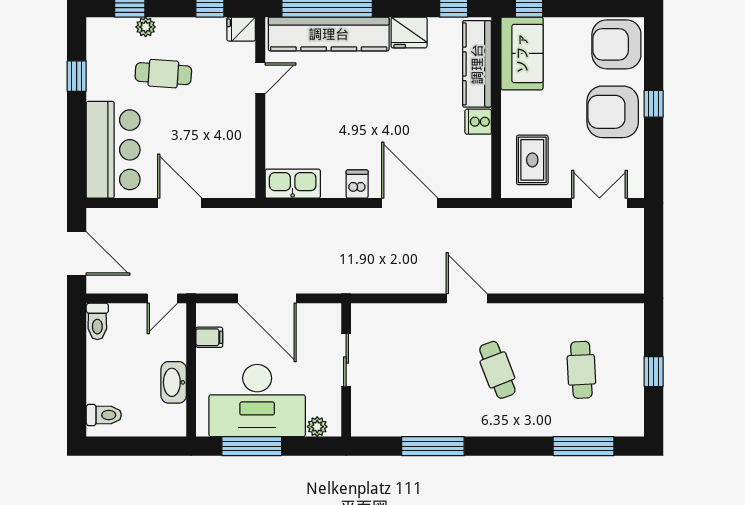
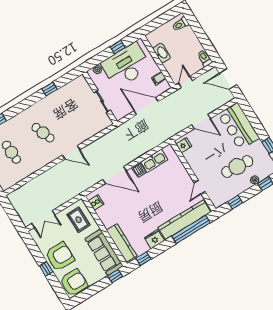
fridge: (241, 29) -> (184, 145), moved
sofa: (522, 53) -> (104, 252), width x1.36
cafe table: (163, 74) -> (237, 166), width x1.37, depth x1.35
cooker: (478, 122) -> (96, 202), moved
kitchen sink: (293, 184) -> (154, 161), moved
window: (252, 446) -> (118, 47), width x0.46
window: (433, 446) -> (50, 89), width x0.46

